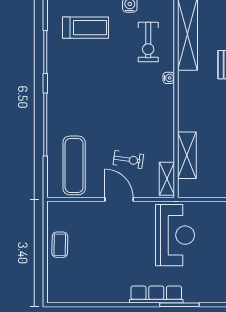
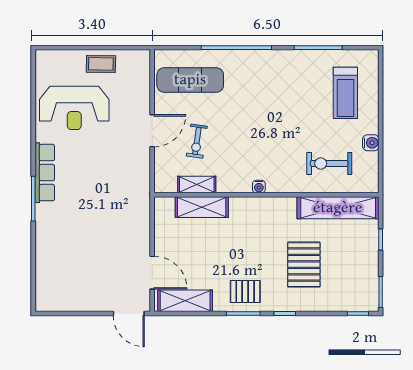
water cooler: (169, 78) -> (259, 187), moved
shelving: (167, 179) -> (197, 185), moved
reception desk: (175, 235) -> (74, 108), moved

